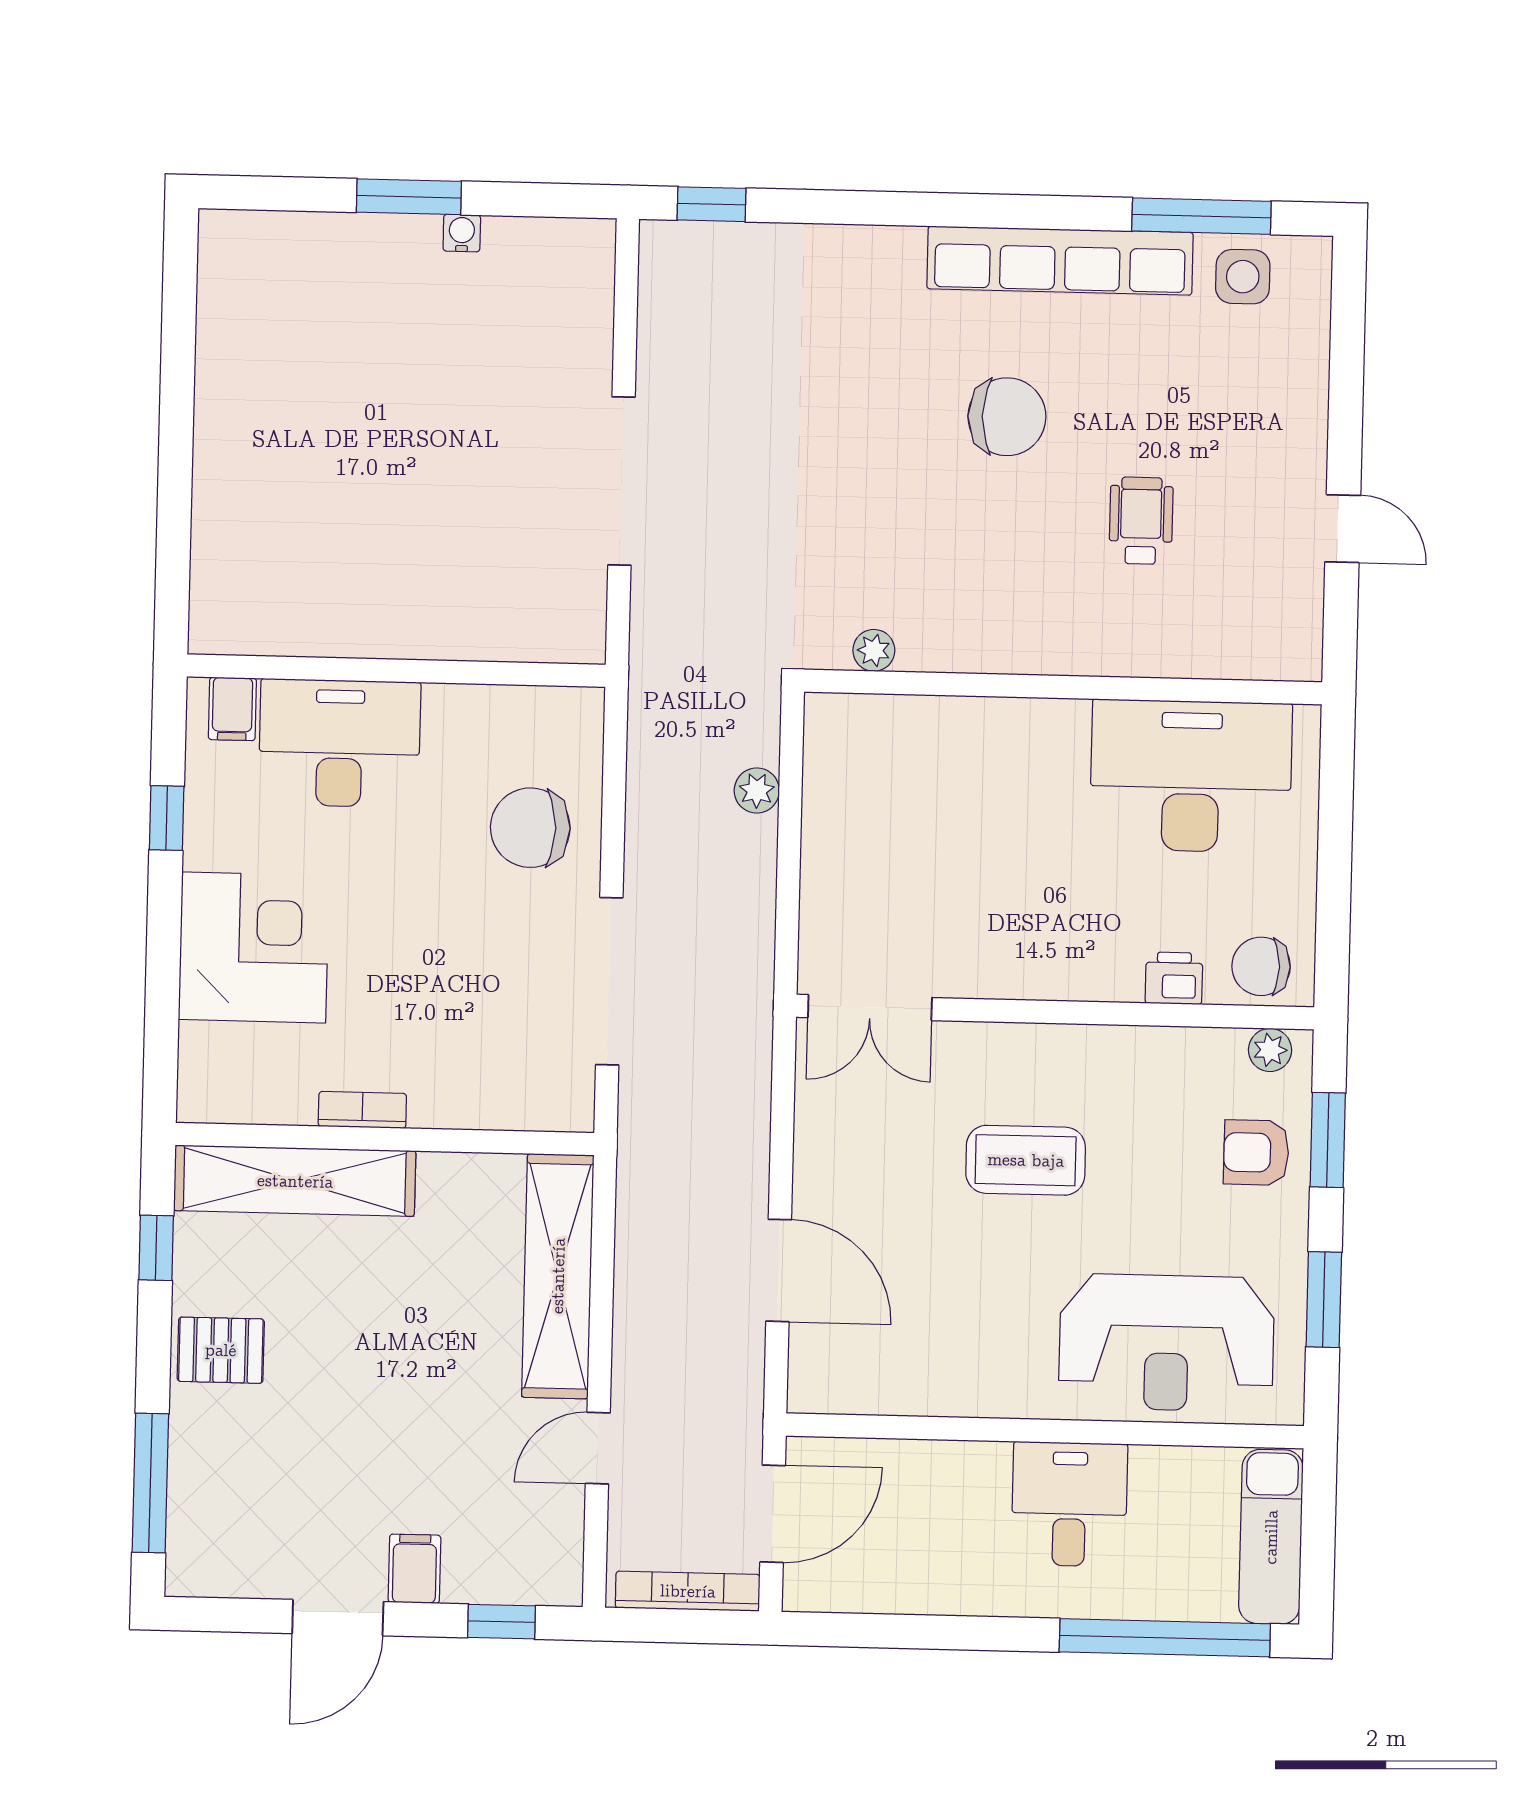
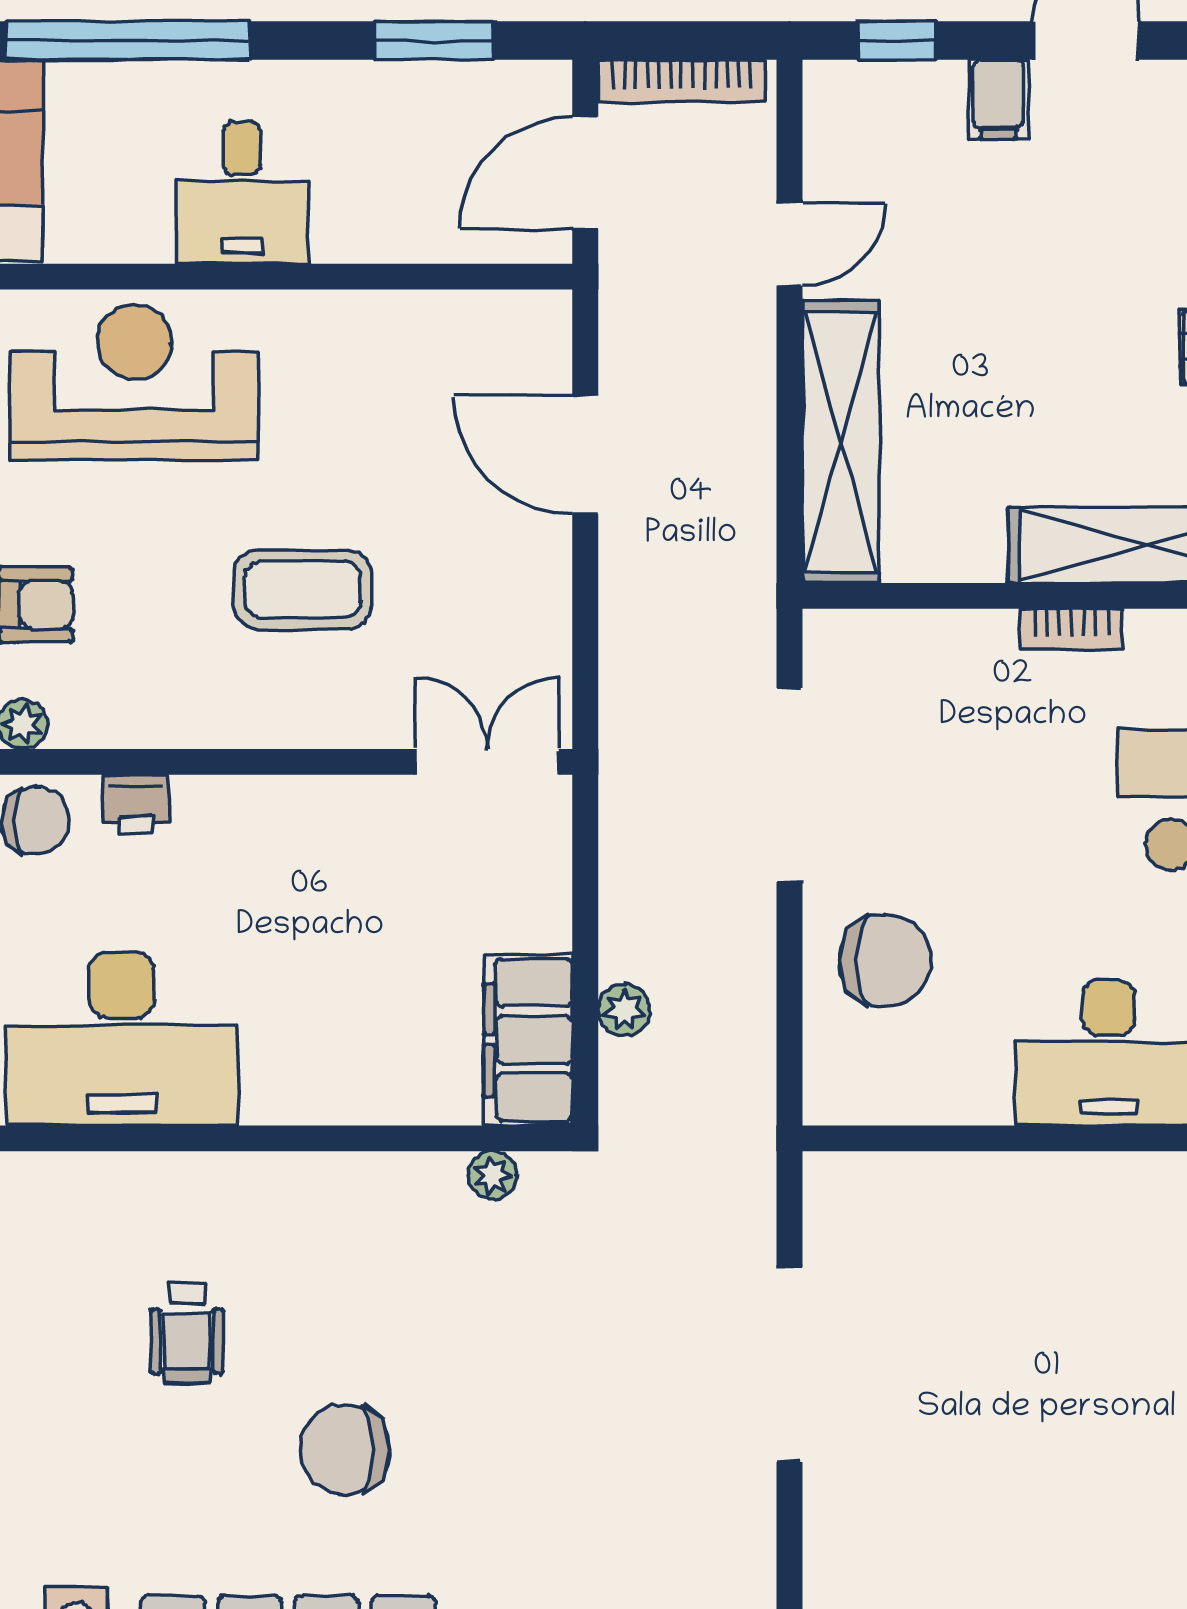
filing cabinet: (840, 767) -> (528, 1040), added
window: (900, 1631) -> (434, 40), added

